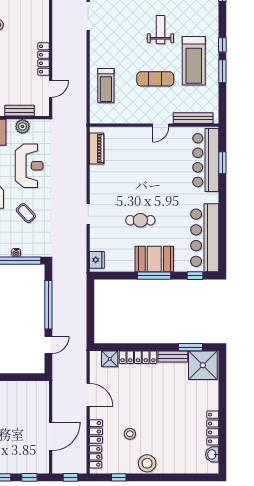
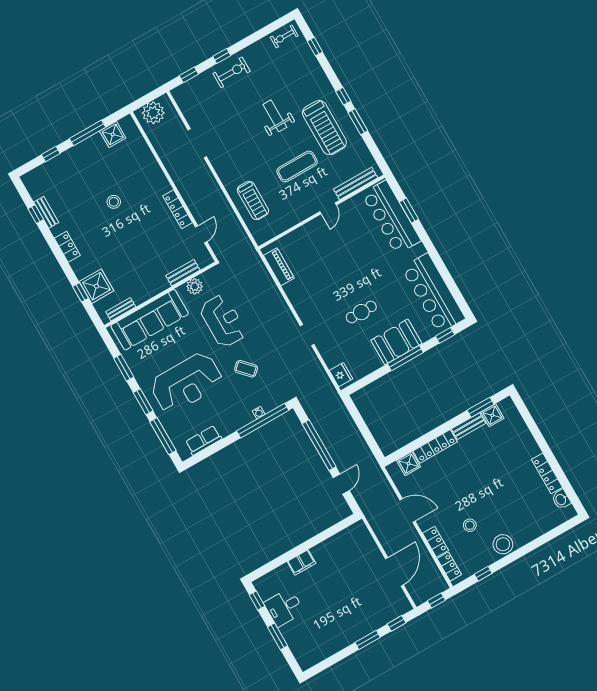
shower: (203, 365) -> (492, 415), width x0.54, depth x0.54

